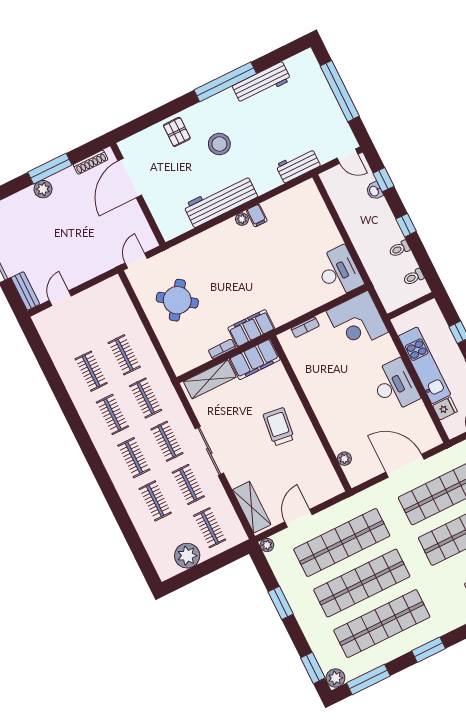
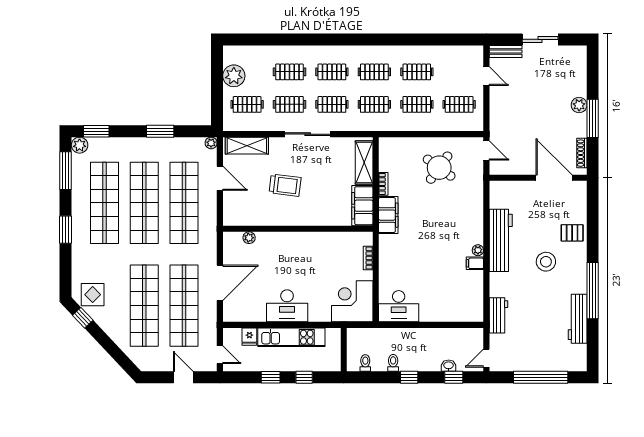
clothes rail: (103, 312) -> (459, 104), added
trolley: (279, 427) -> (285, 185), moved

